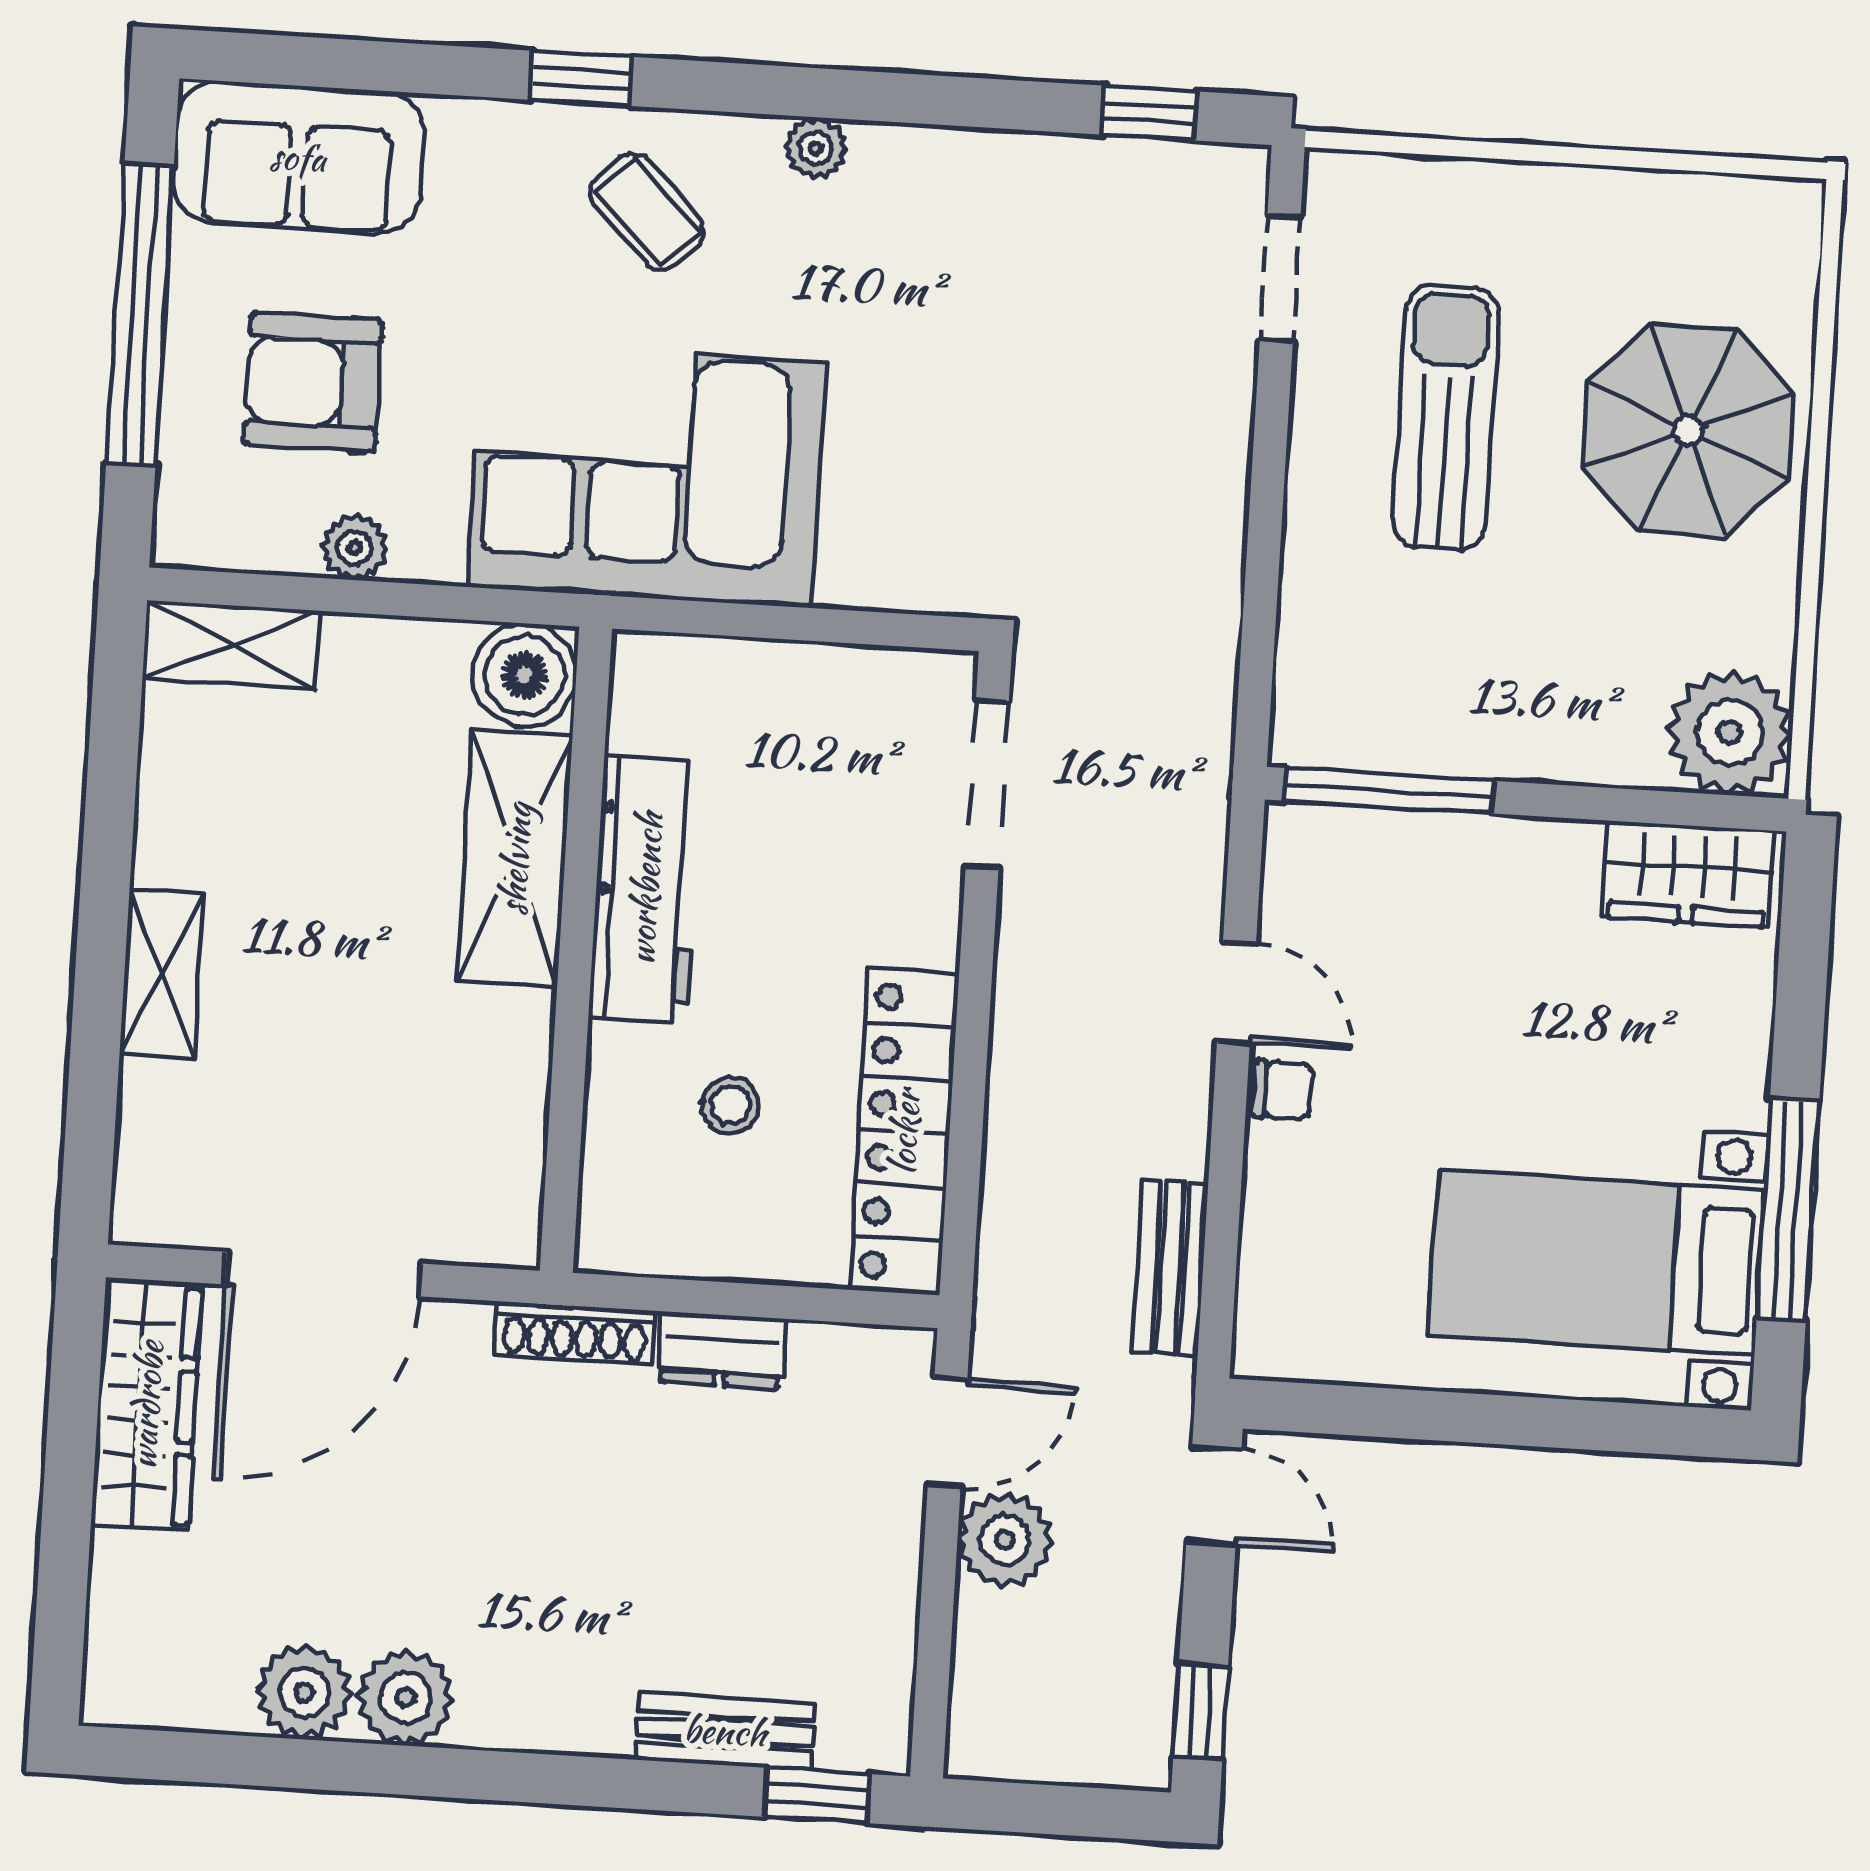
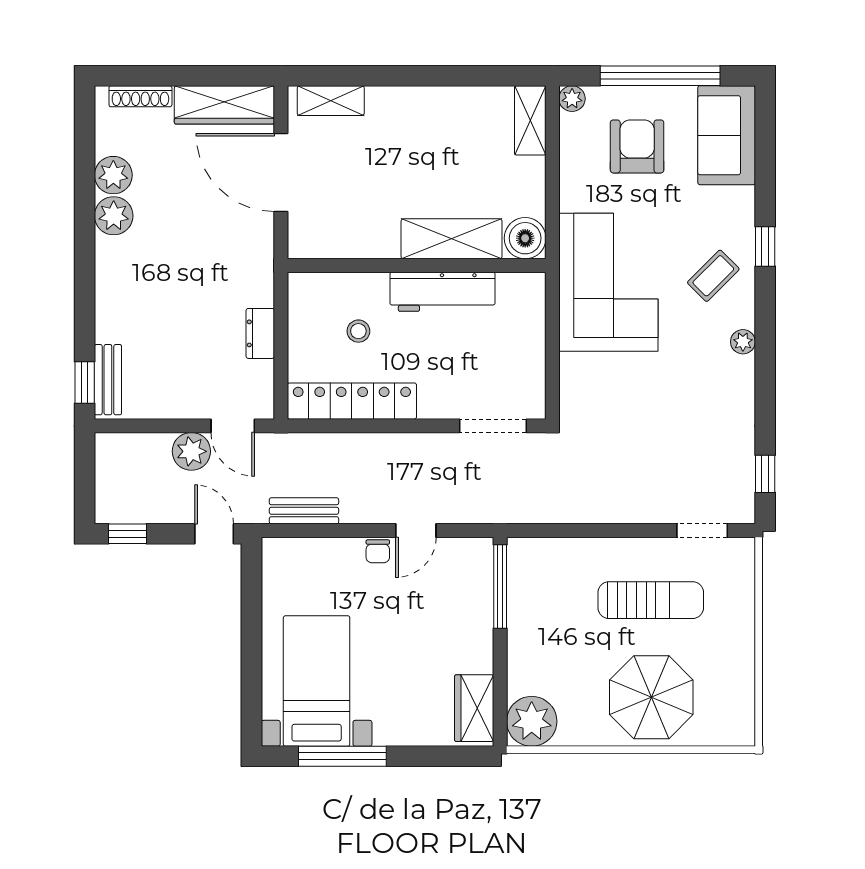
plant: (354, 548) -> (572, 99), moved
shelving: (162, 974) -> (331, 101), moved
shoe rack: (574, 1333) -> (140, 96), moved, turned -90
door: (1214, 1496) -> (214, 534), swing flipped
bench: (725, 1731) -> (108, 380), moved

